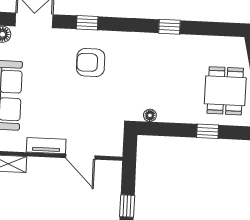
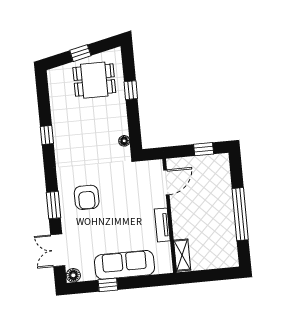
window: (87, 23) -> (53, 205), width x1.50
door: (80, 157) -> (166, 182), moved

